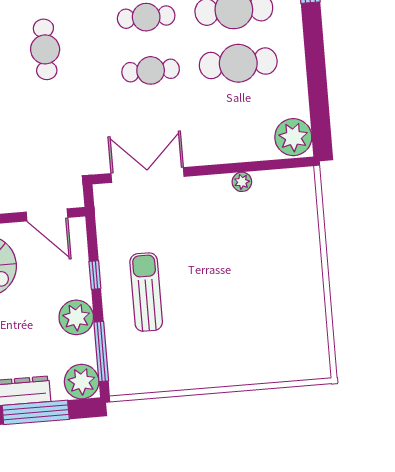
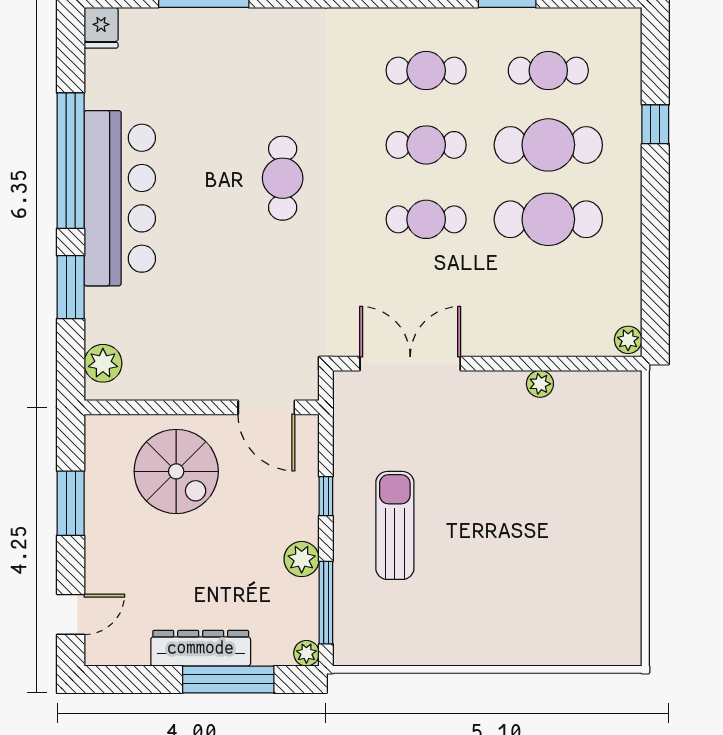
plant: (293, 137) -> (628, 340), width x0.53, depth x0.53
plant: (76, 317) -> (302, 559), width x0.73, depth x0.73
plant: (82, 382) -> (306, 653), width x0.53, depth x0.53

